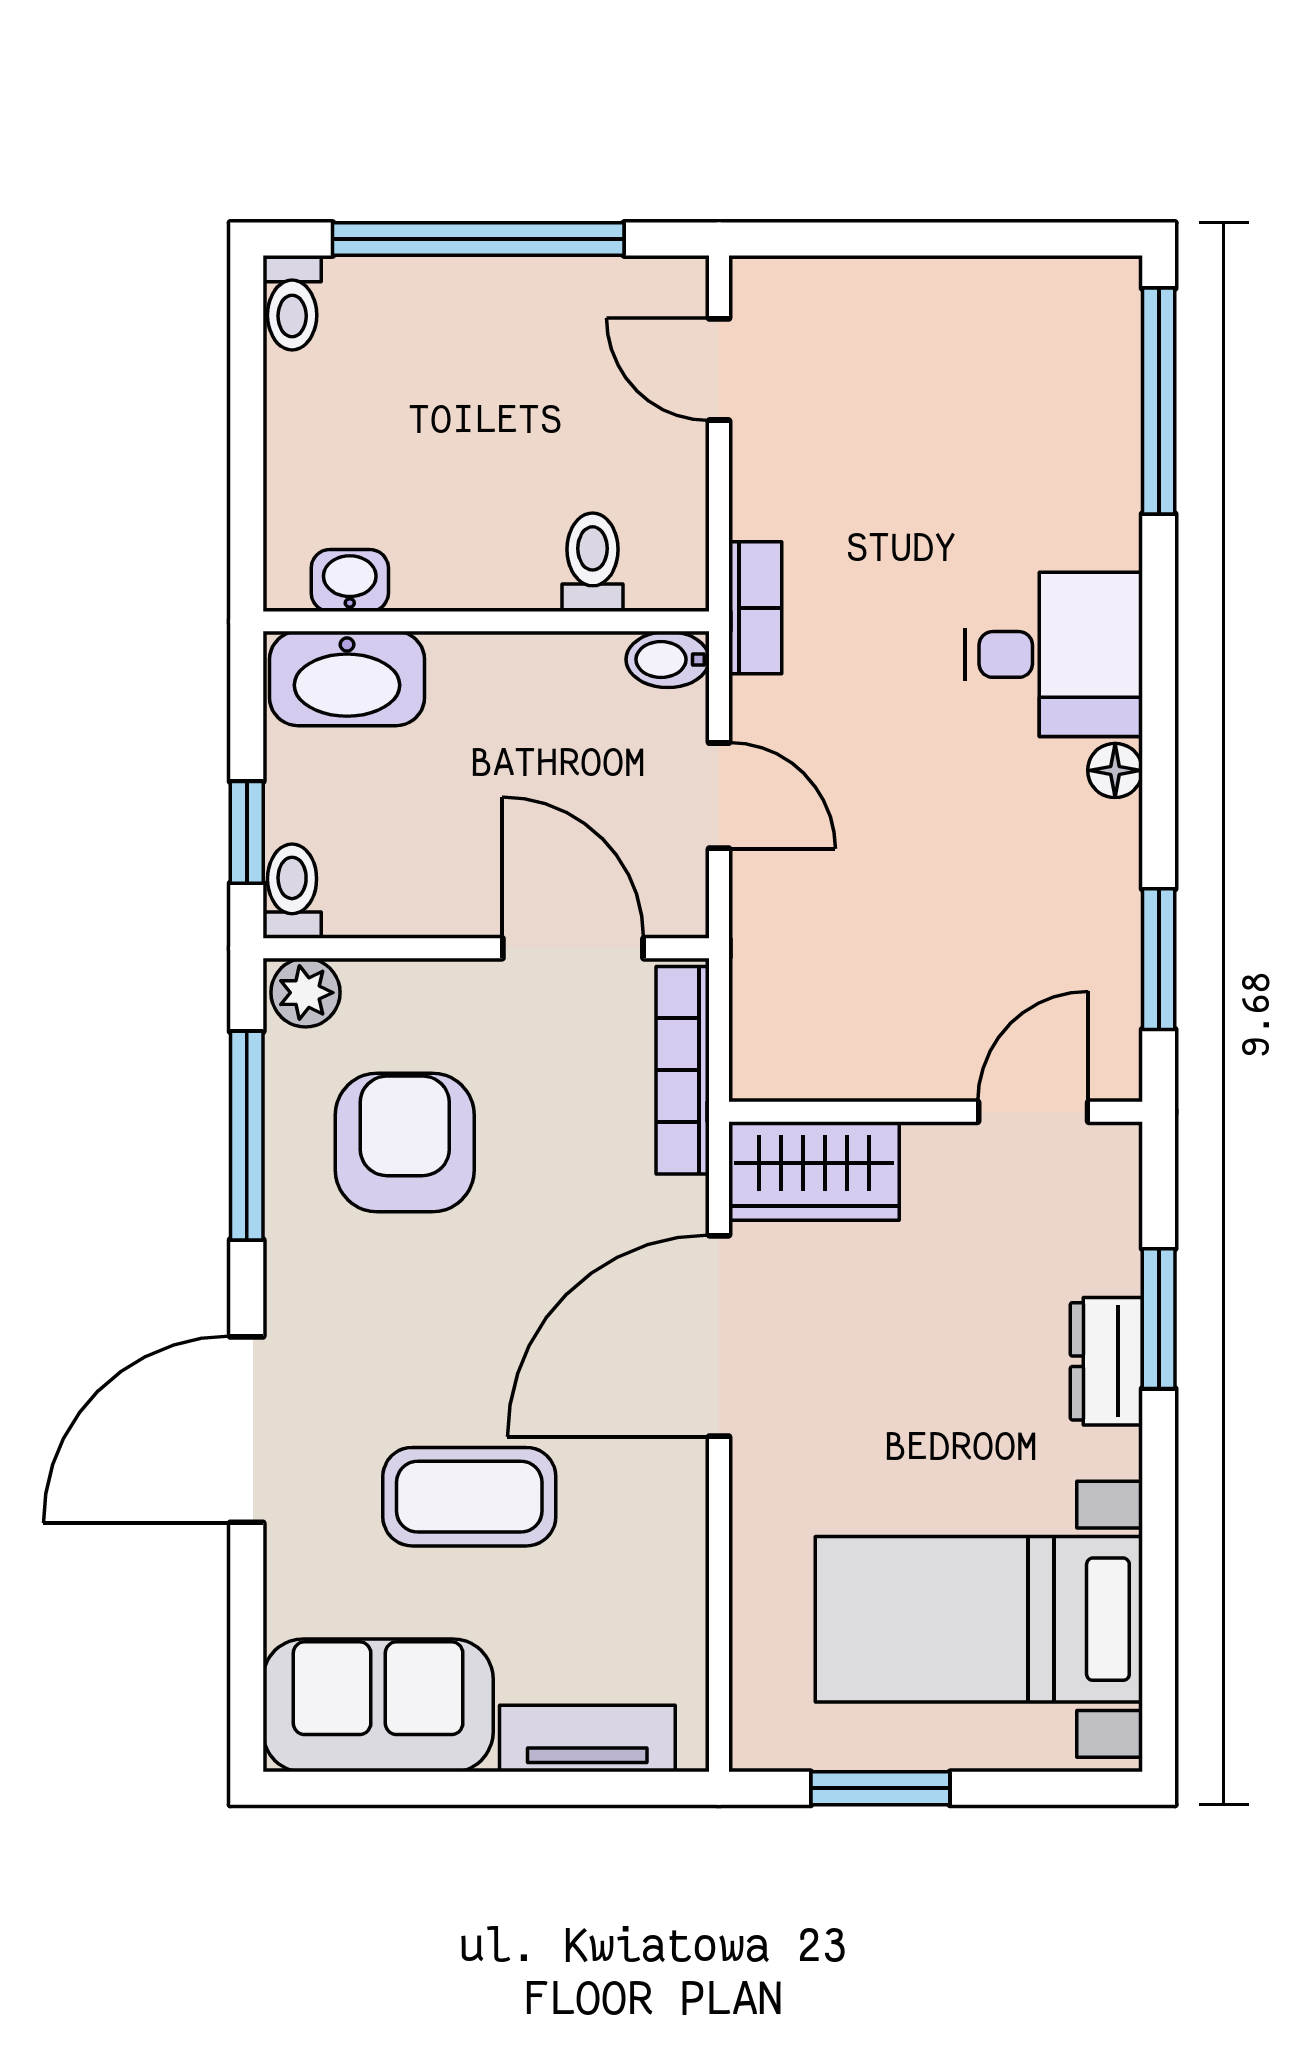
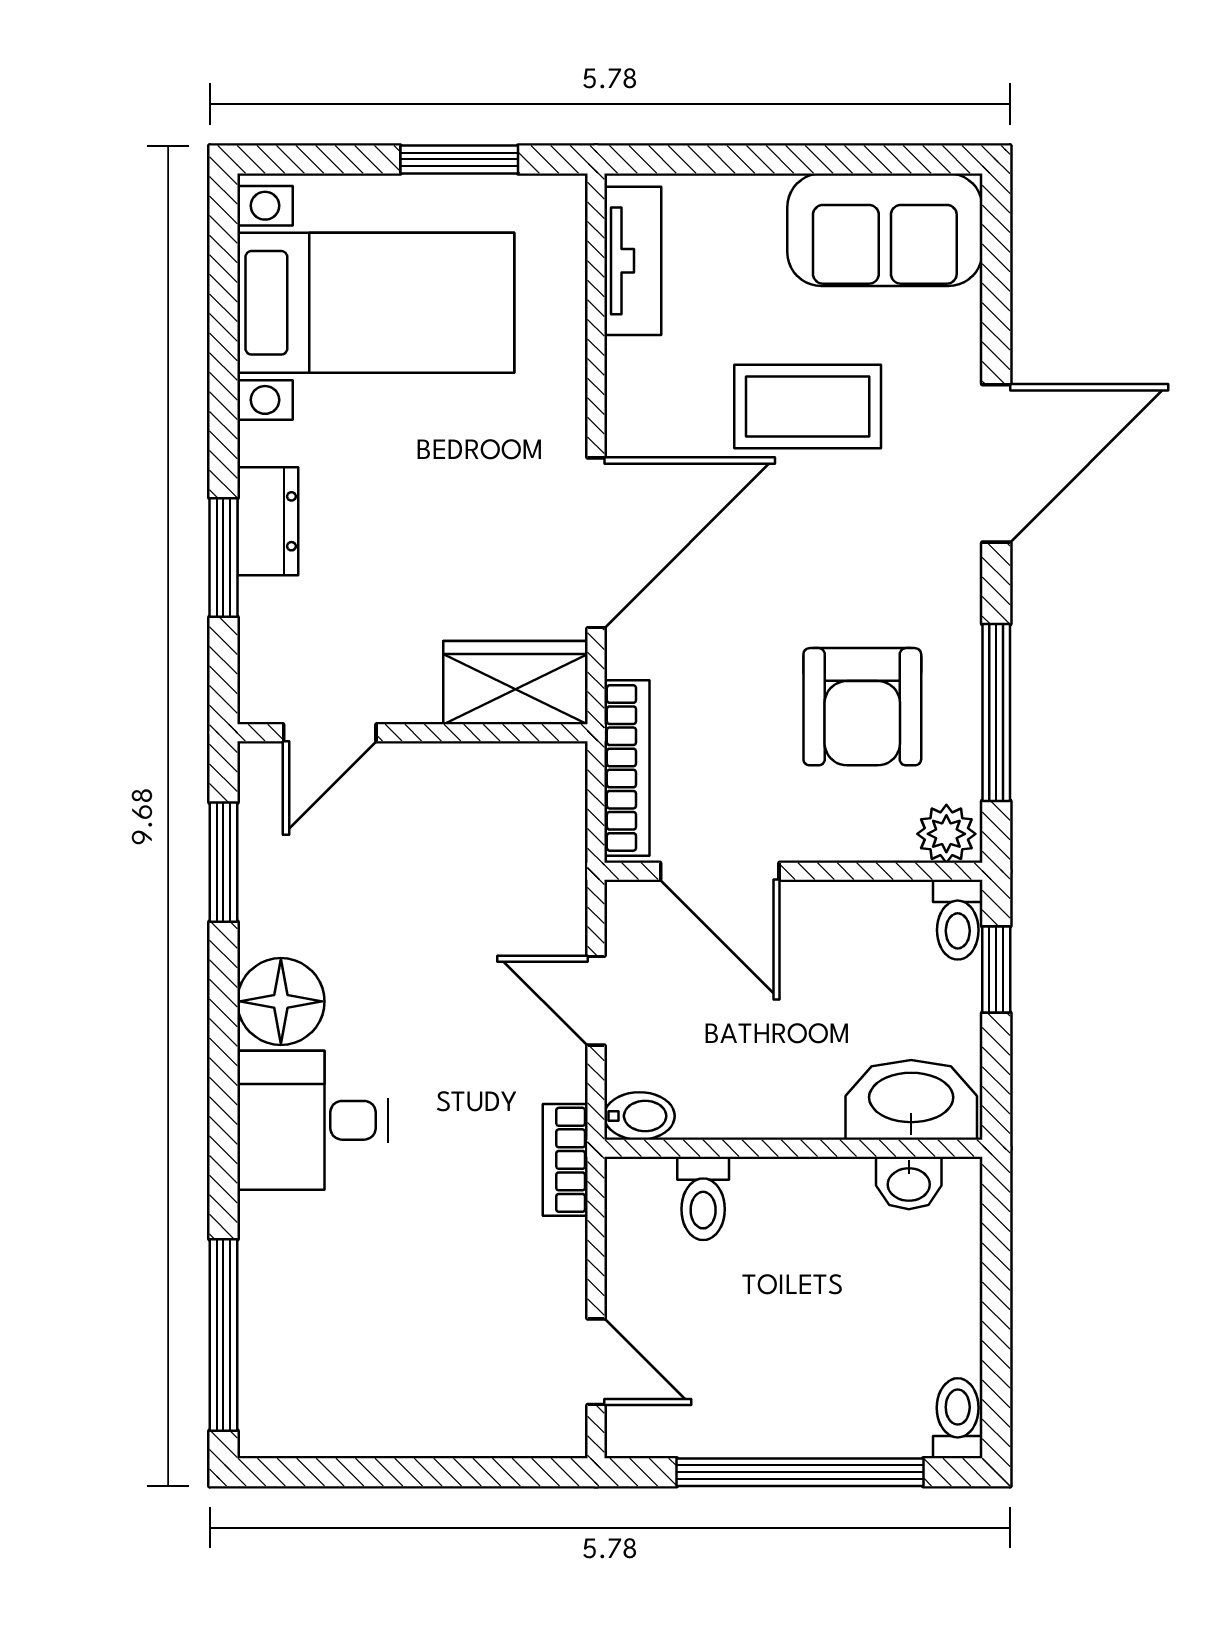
floor lamp: (1115, 770) -> (281, 1001), width x1.89, depth x1.89
tv unit: (587, 1739) -> (633, 261), moved, turned -90

